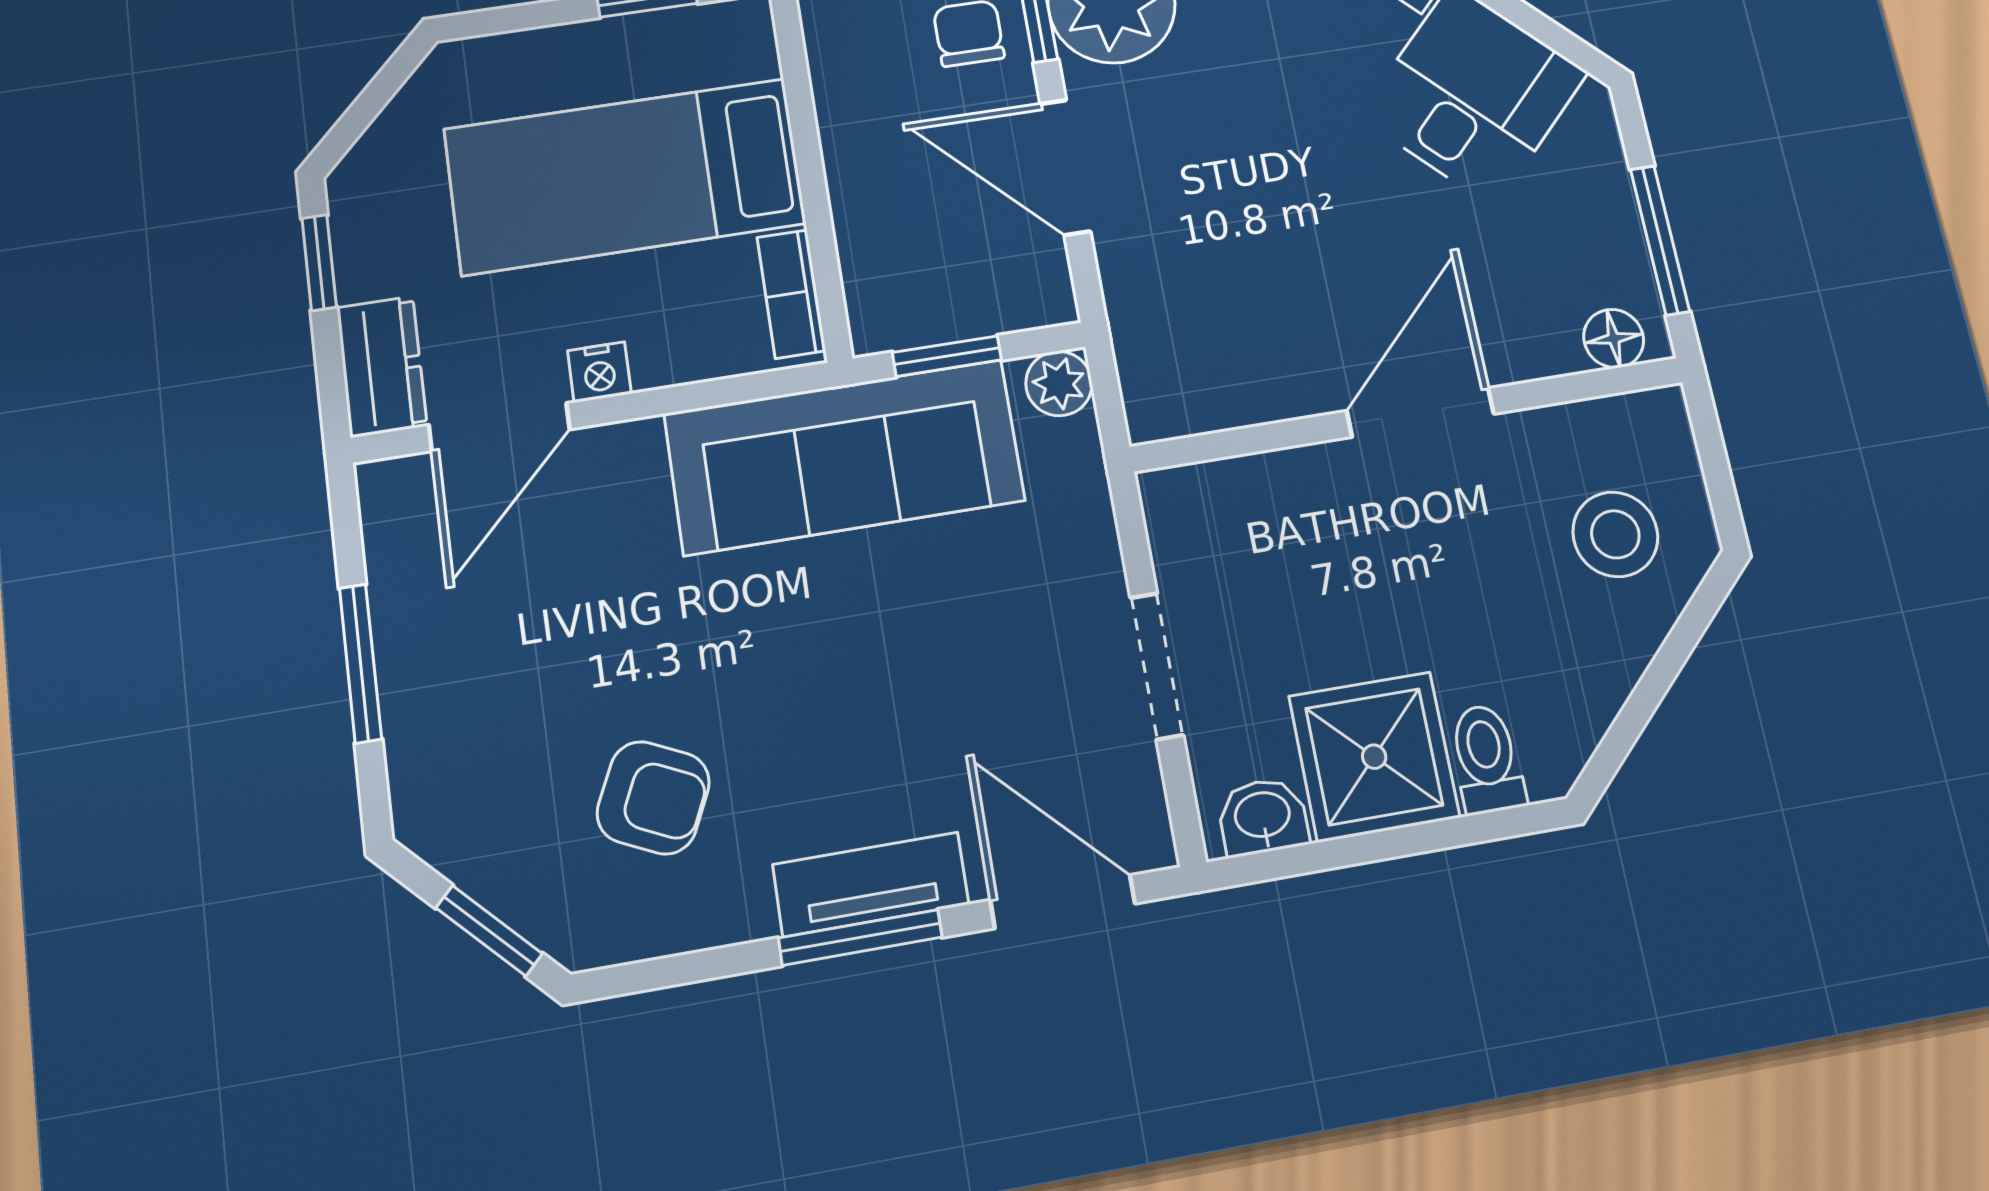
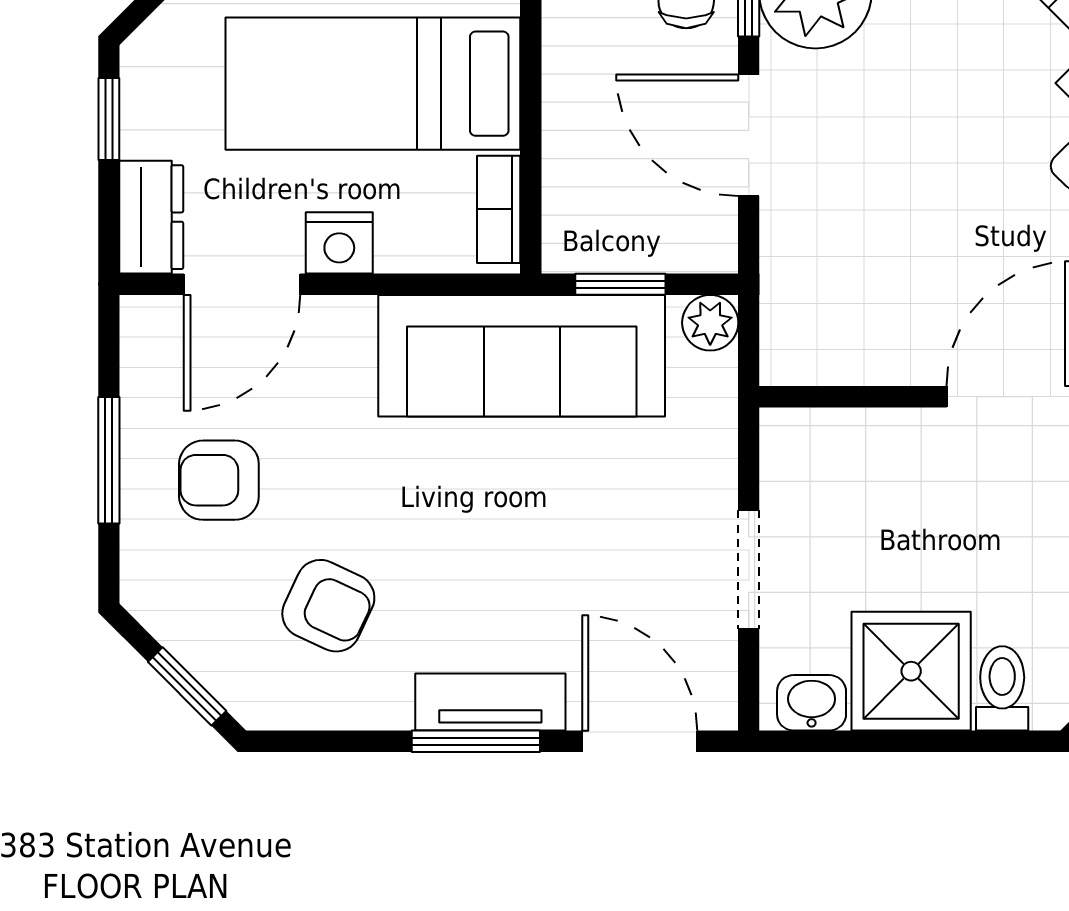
nightstand: (599, 372) -> (339, 243), width x1.39, depth x1.35
armchair: (499, 665) -> (219, 480), added

